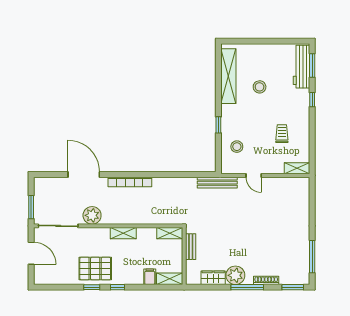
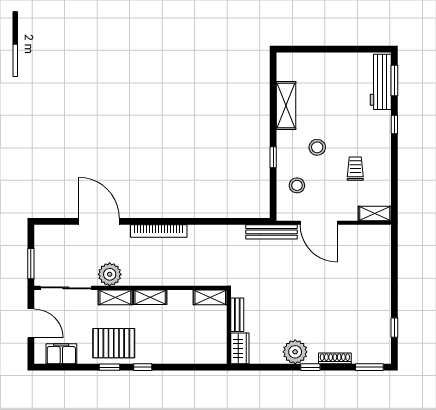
shelving: (228, 76) -> (286, 105), width x0.68
stool: (260, 87) -> (317, 147), moved
door: (254, 175) -> (319, 223), width x1.88
window: (312, 257) -> (394, 328), width x0.46
filing cabinet: (150, 277) -> (61, 354), moved, width x2.00
wardrobe: (213, 278) -> (240, 348), moved, turned 90
shelving: (170, 279) -> (115, 297), moved
window: (247, 287) -> (310, 367), width x0.46

